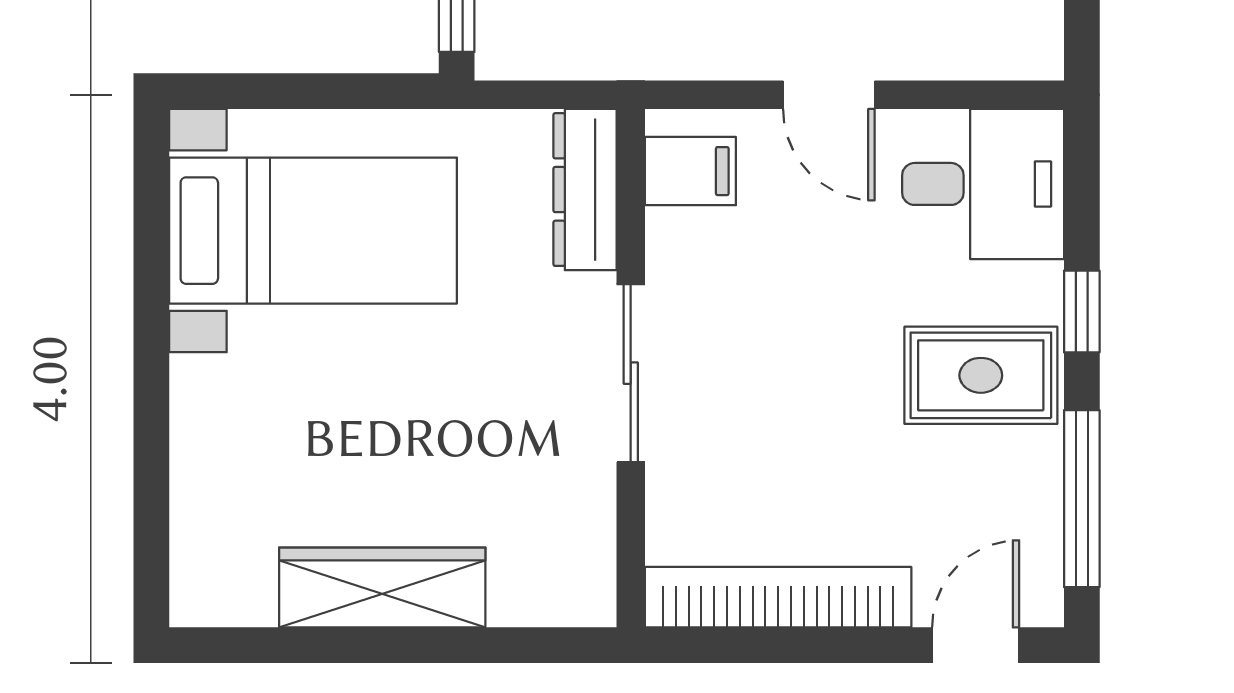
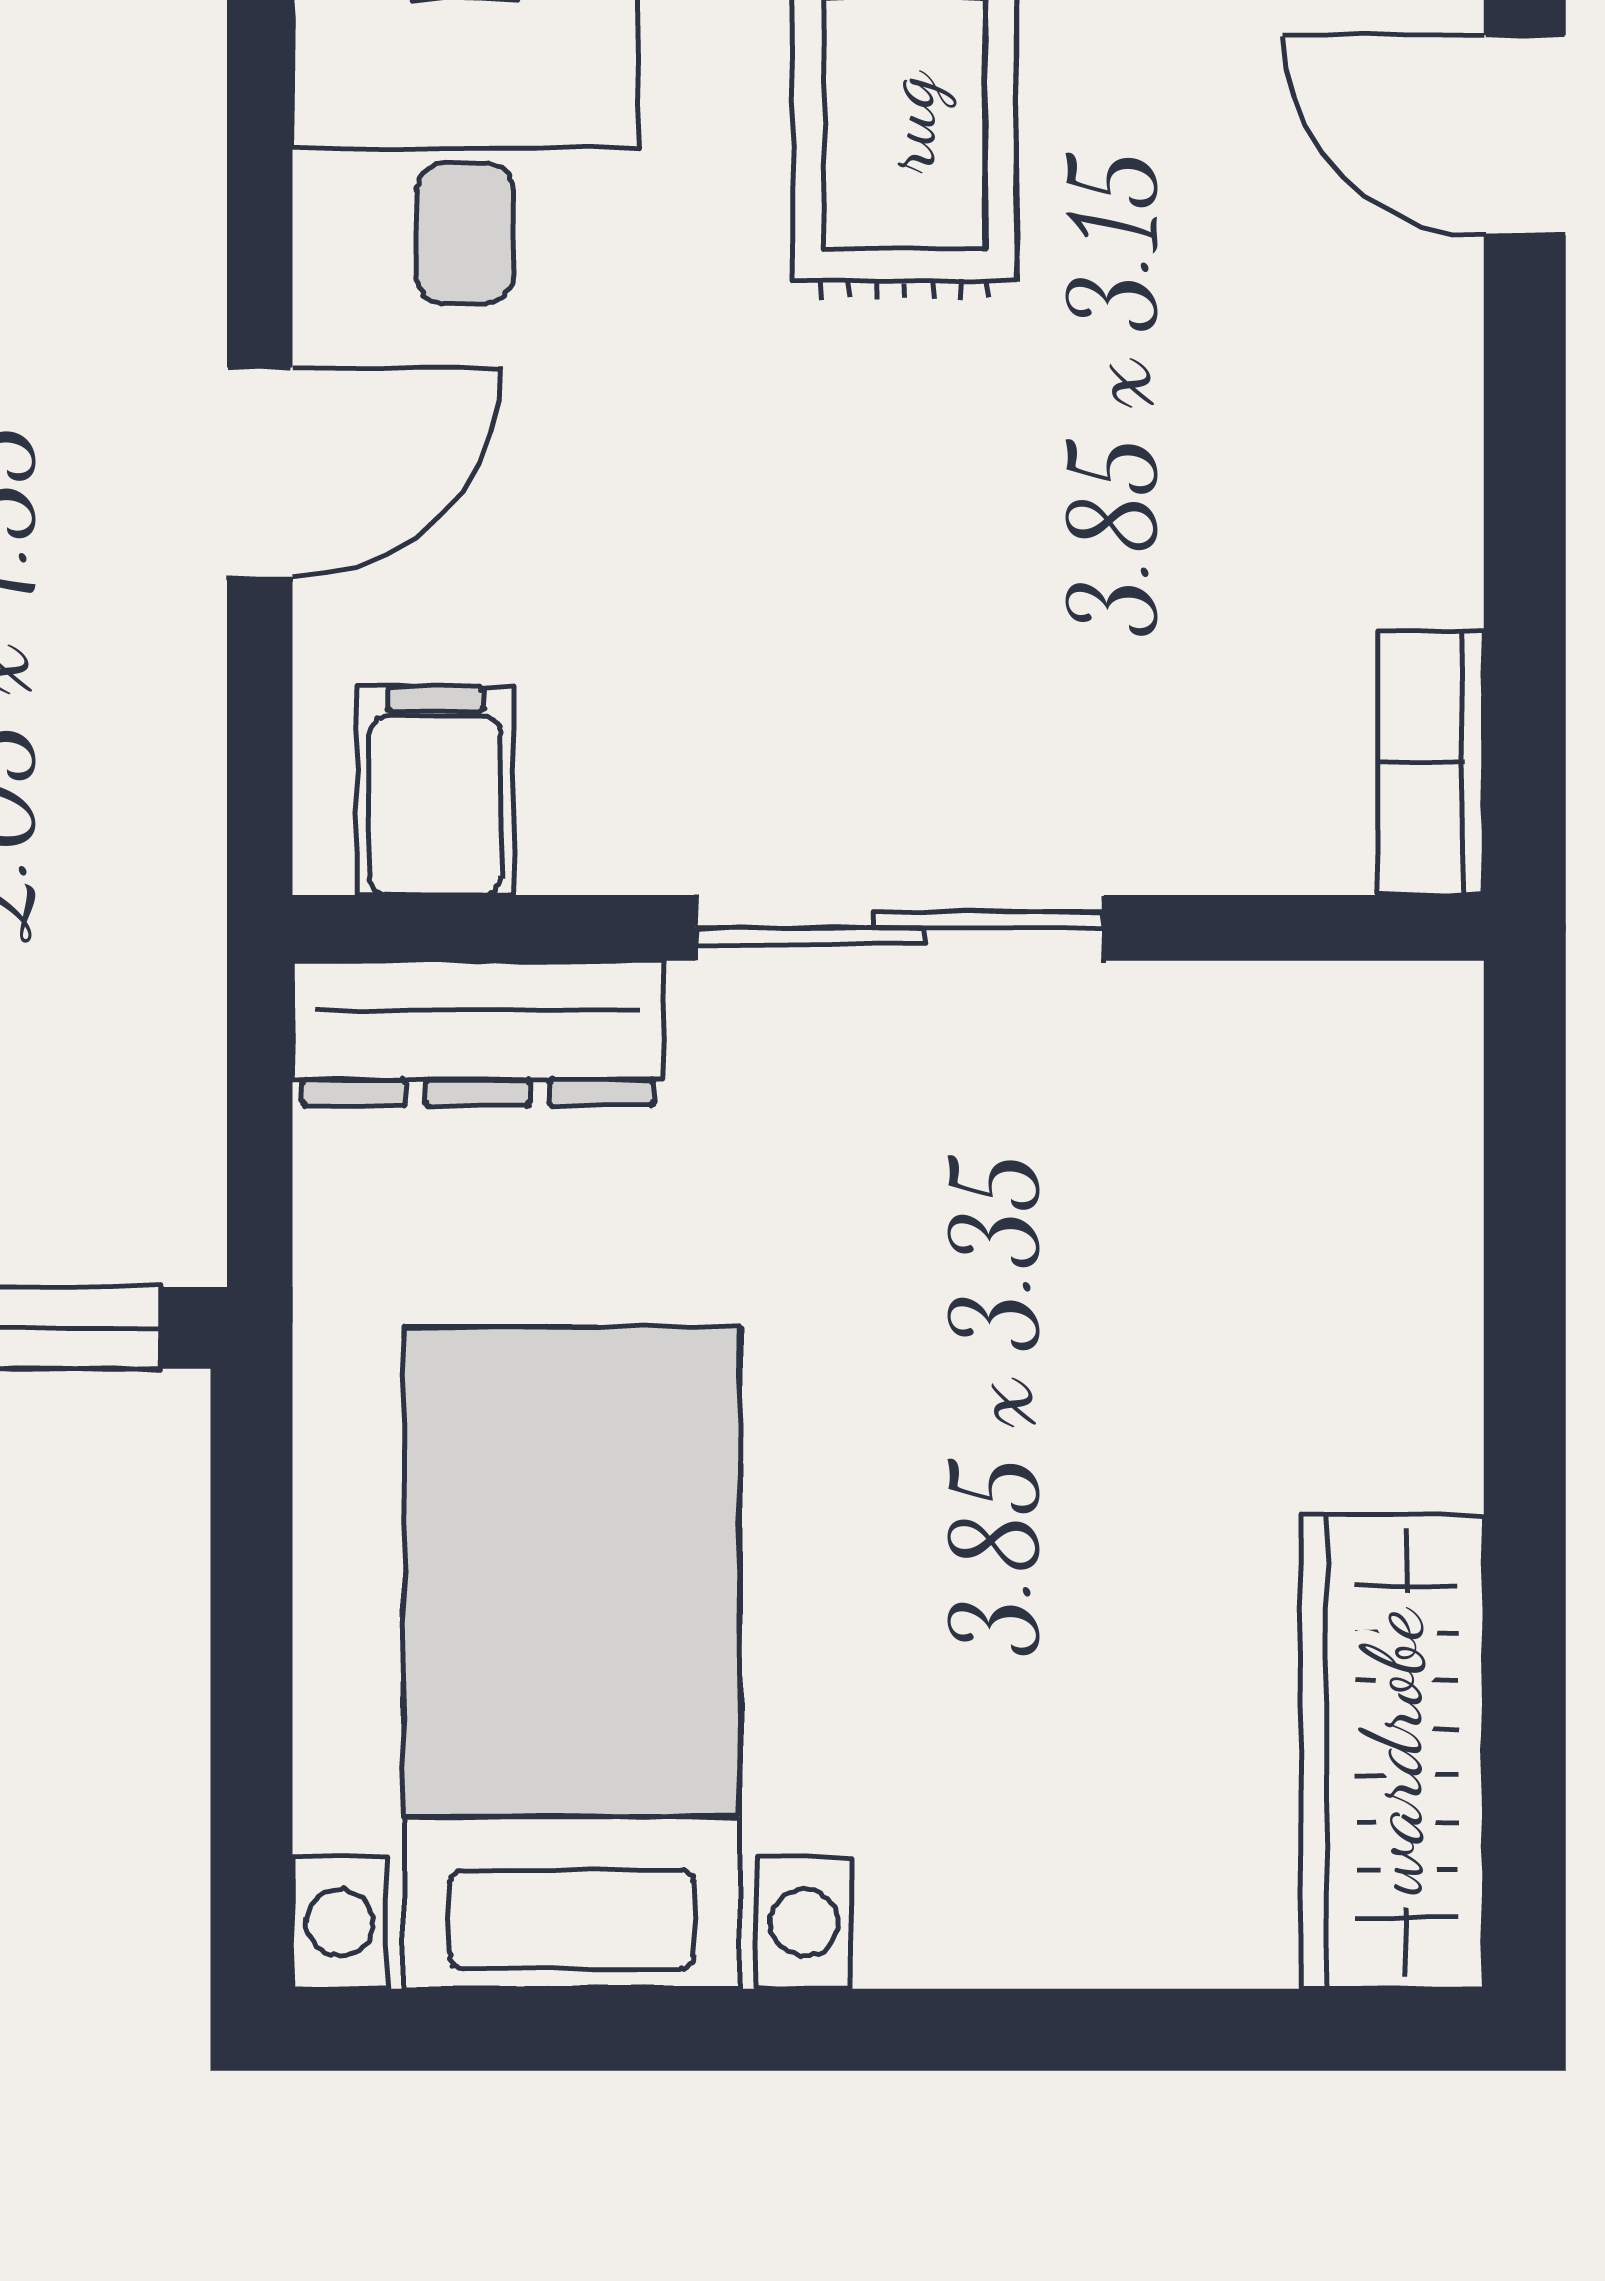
wardrobe: (382, 588) -> (1392, 1752), moved
bookcase: (778, 597) -> (1431, 763), width x0.43, depth x0.76

